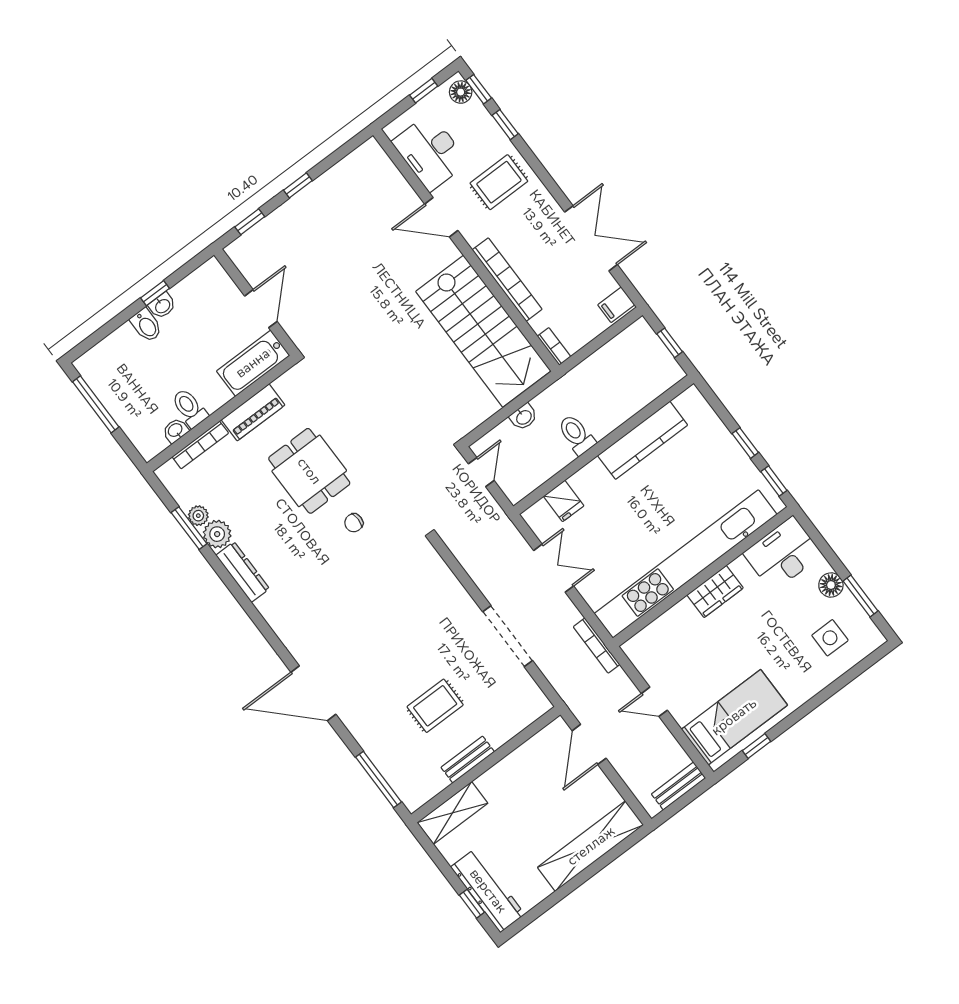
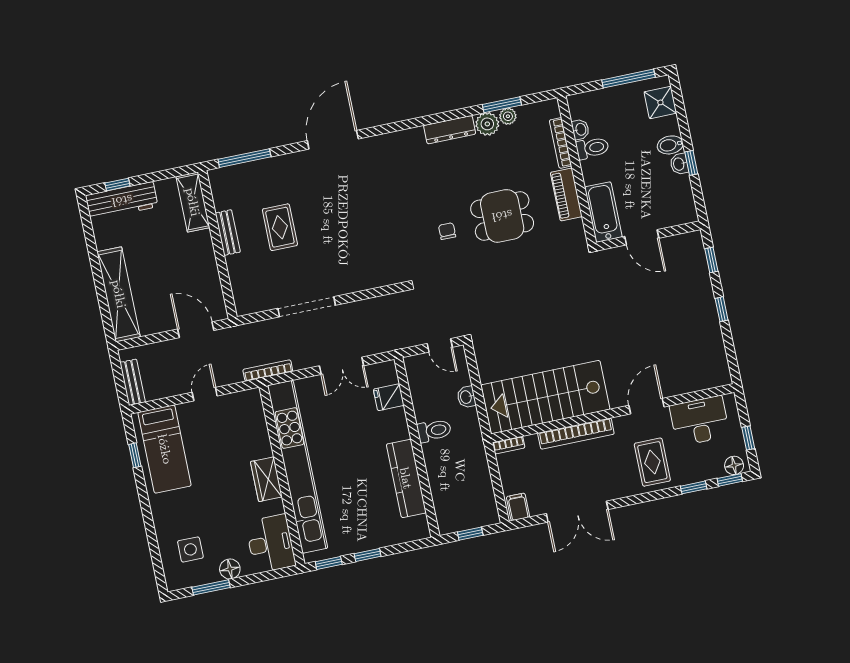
shower: (105, 358) -> (660, 102), added

